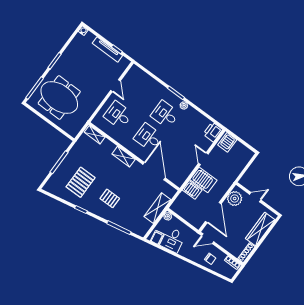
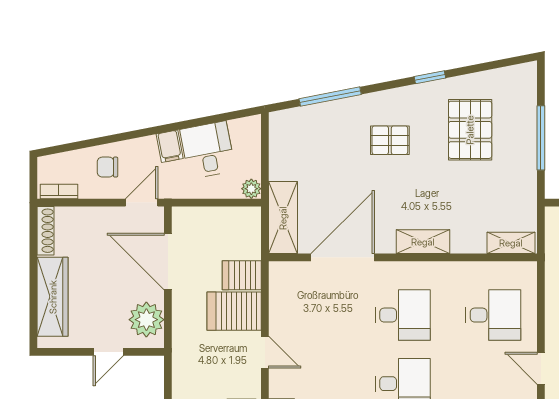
door: (154, 171) -> (343, 257), swing flipped
shelving: (158, 208) -> (283, 218), moved
filing cabinet: (157, 237) -> (170, 146), moved

